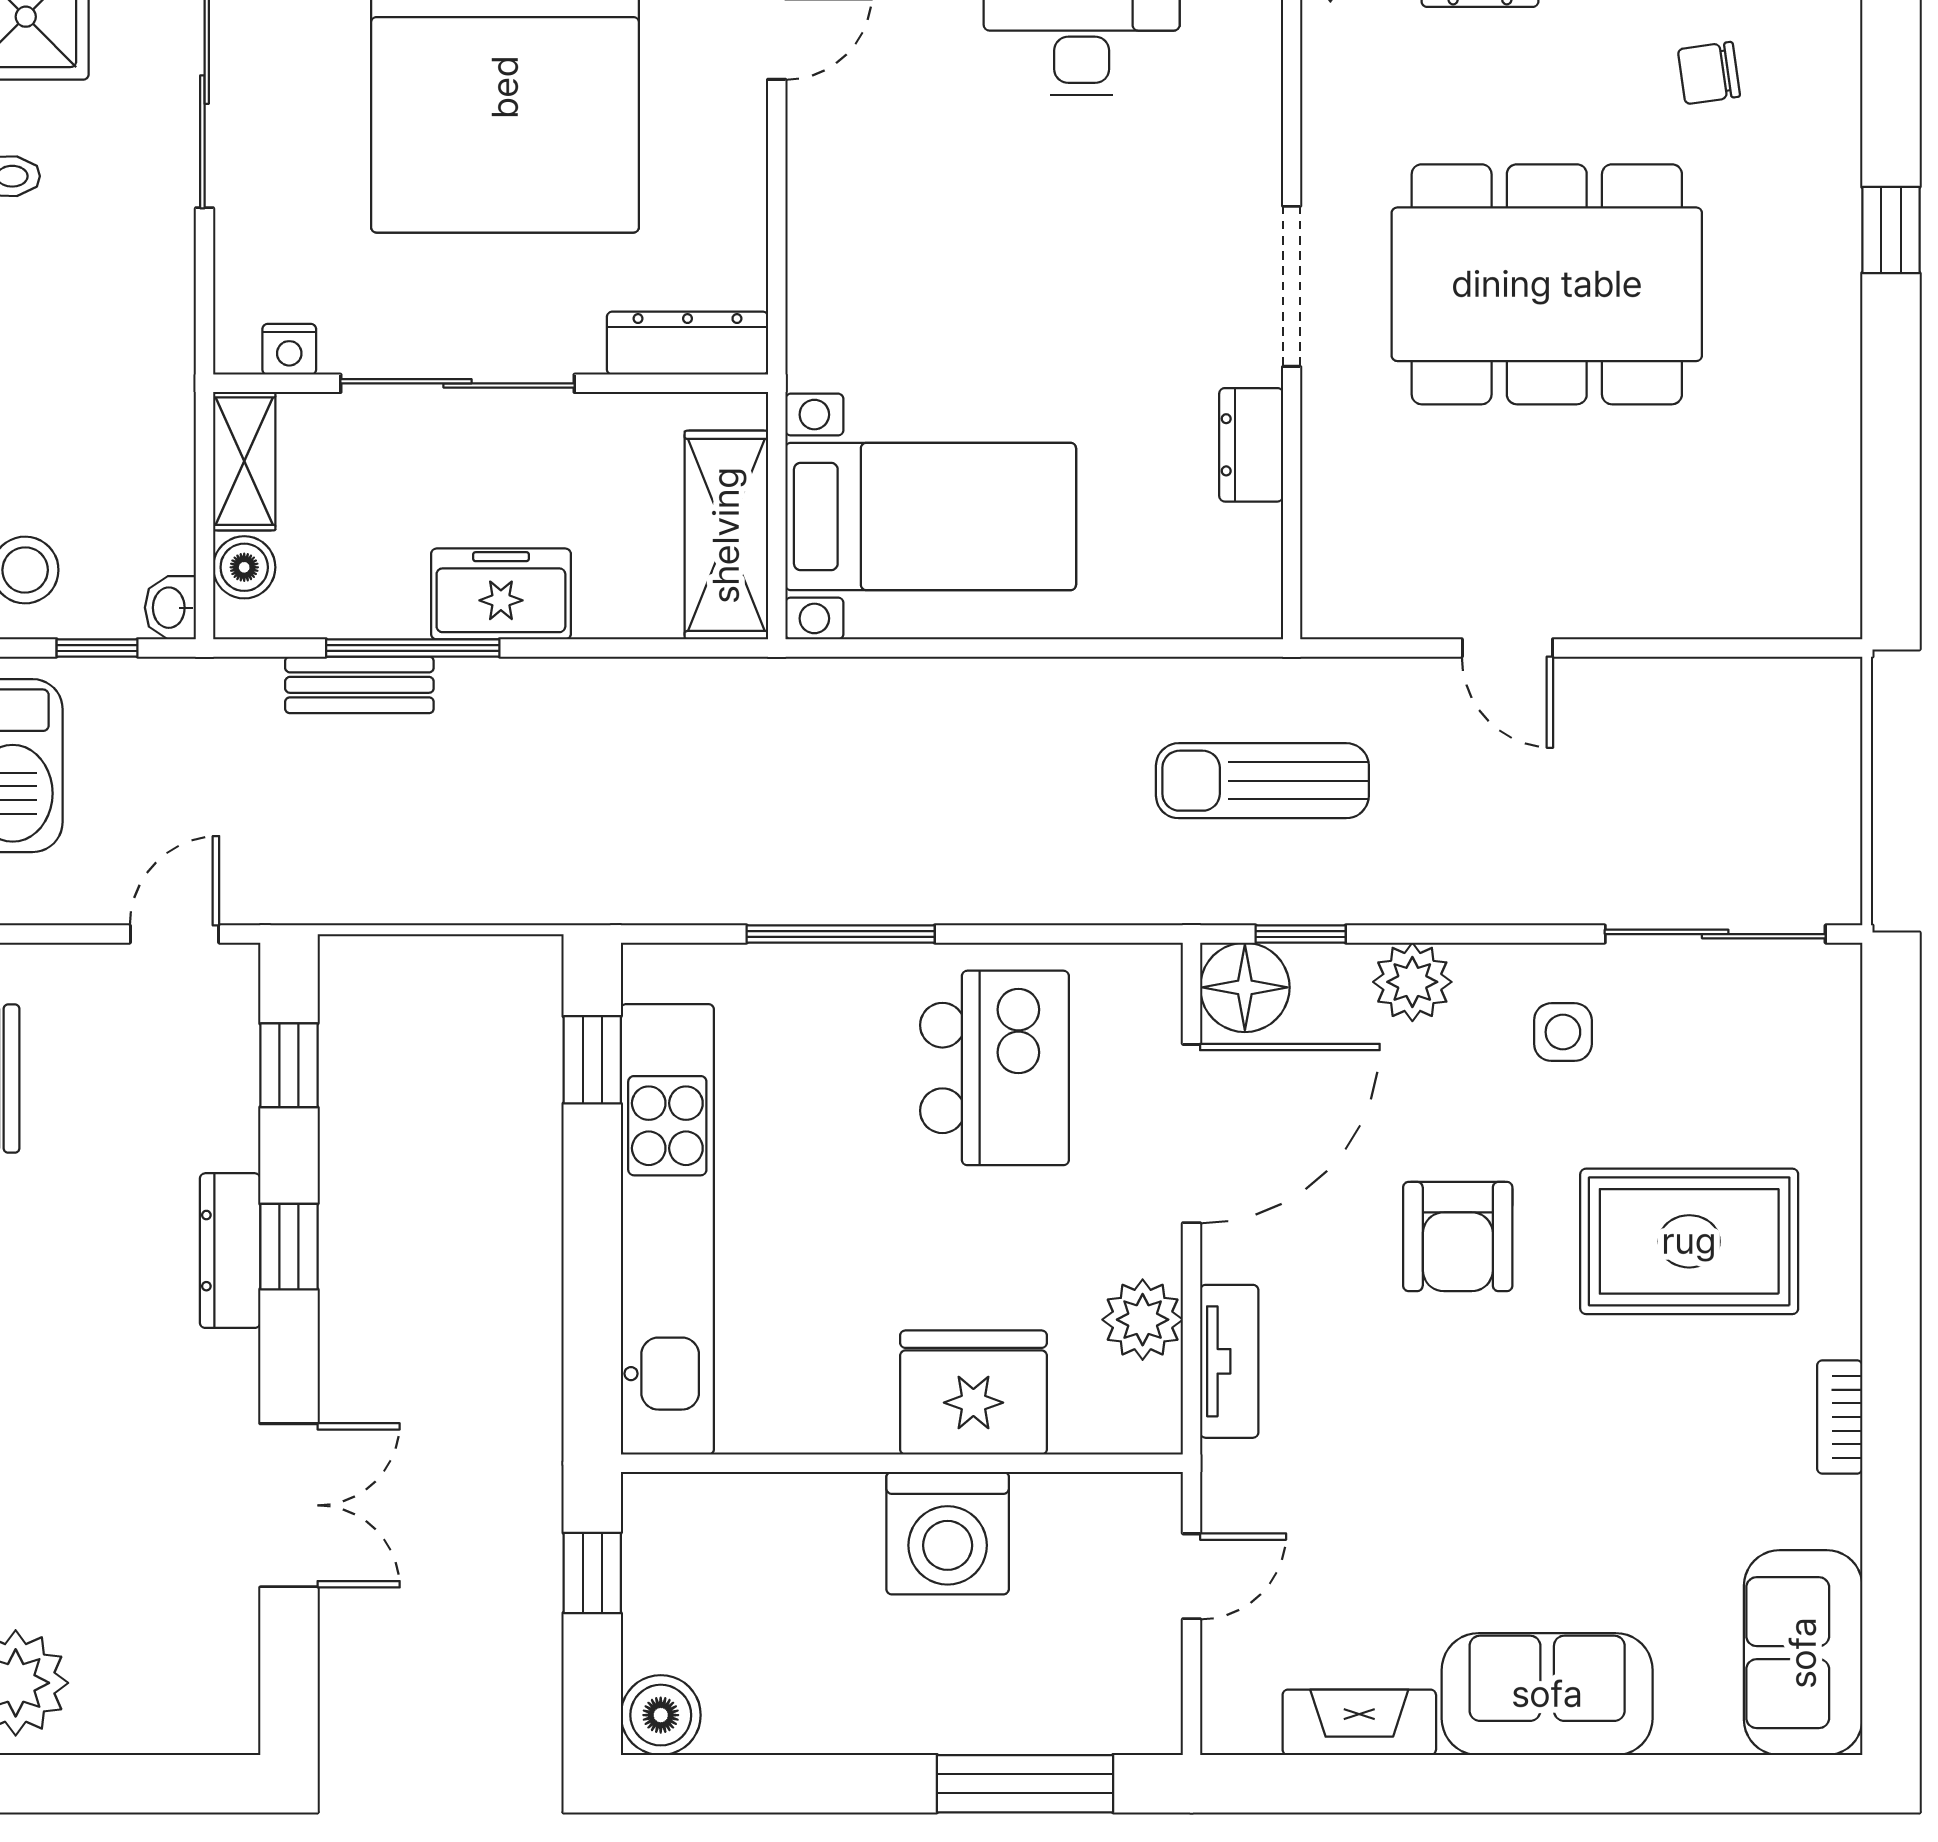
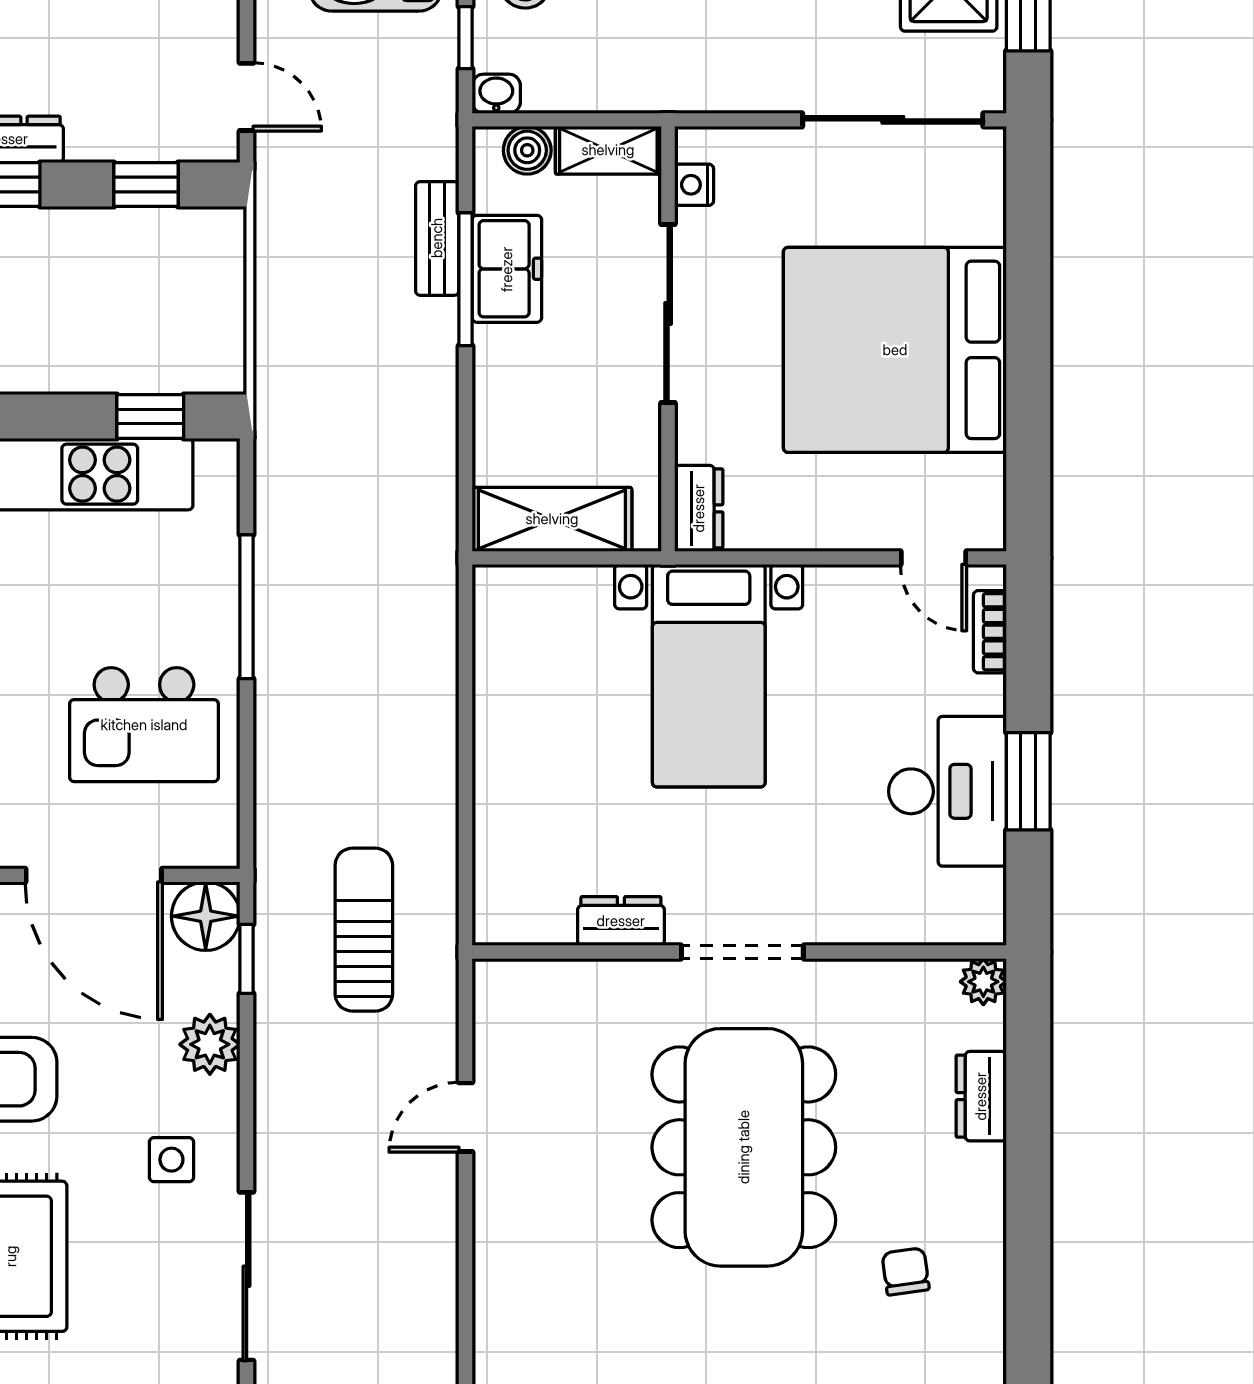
dresser: (687, 343) -> (699, 508), width x0.70
bed with nightstands: (931, 516) -> (709, 676), moved
freezer: (501, 594) -> (507, 269), moved

